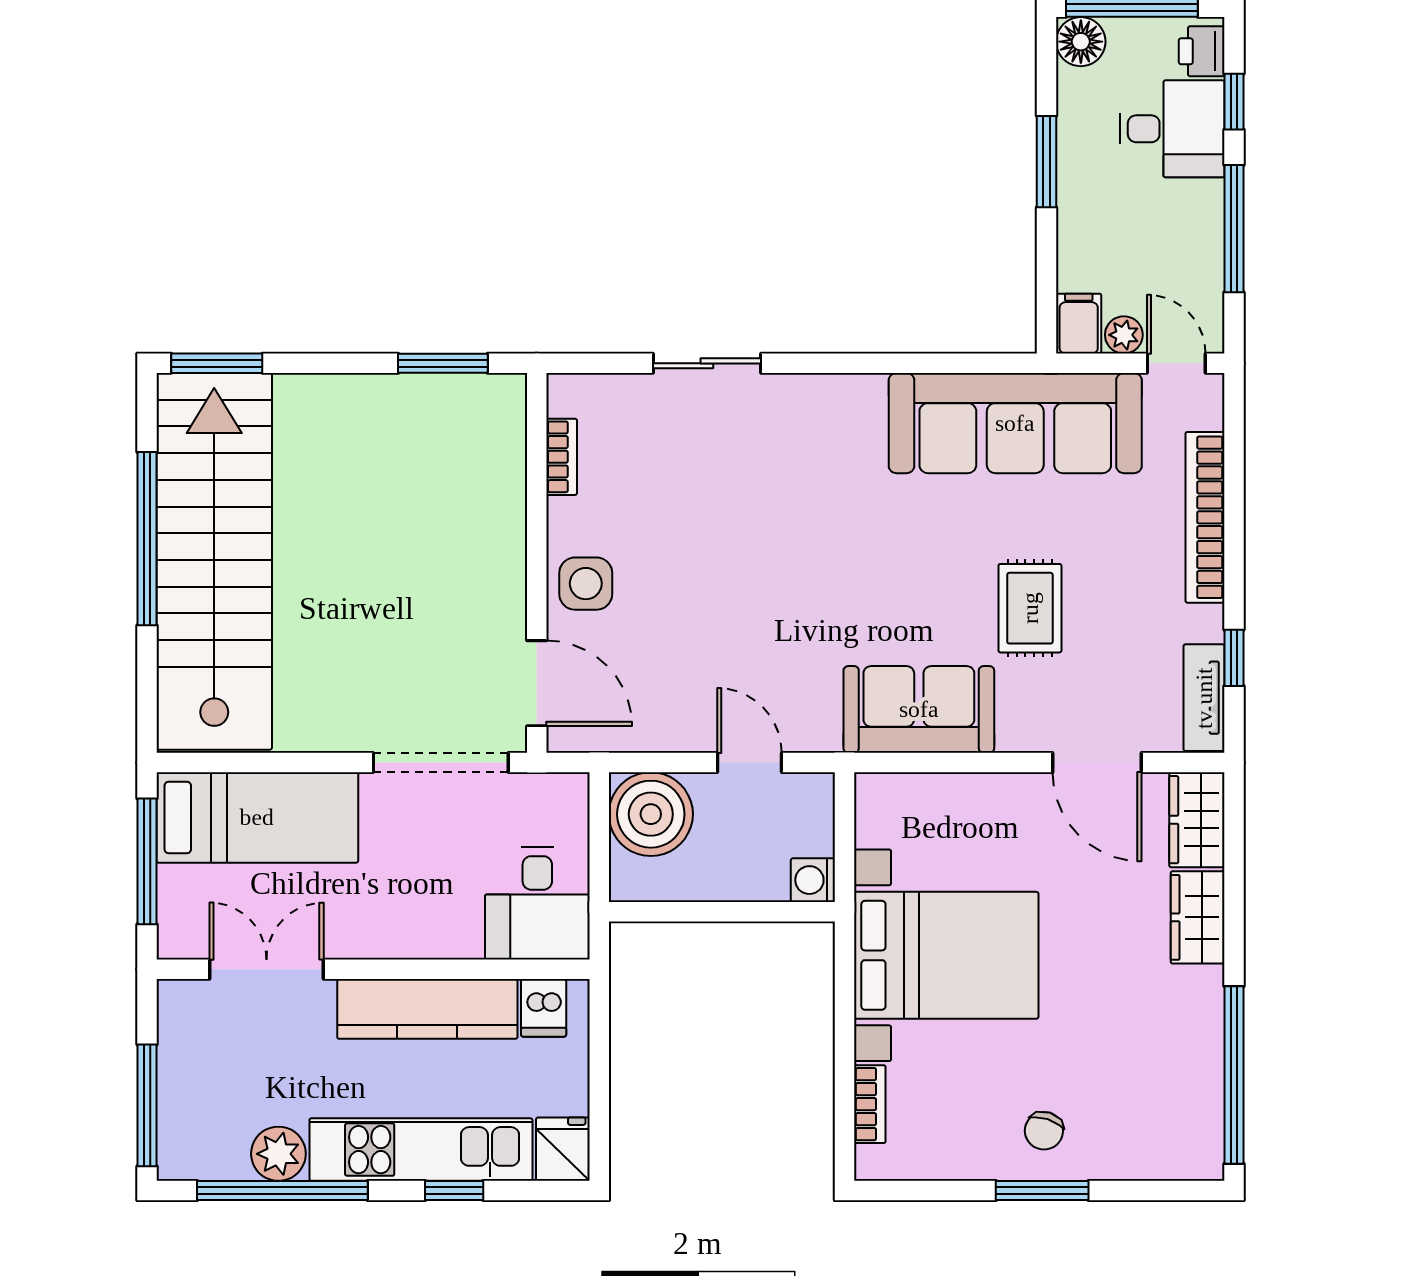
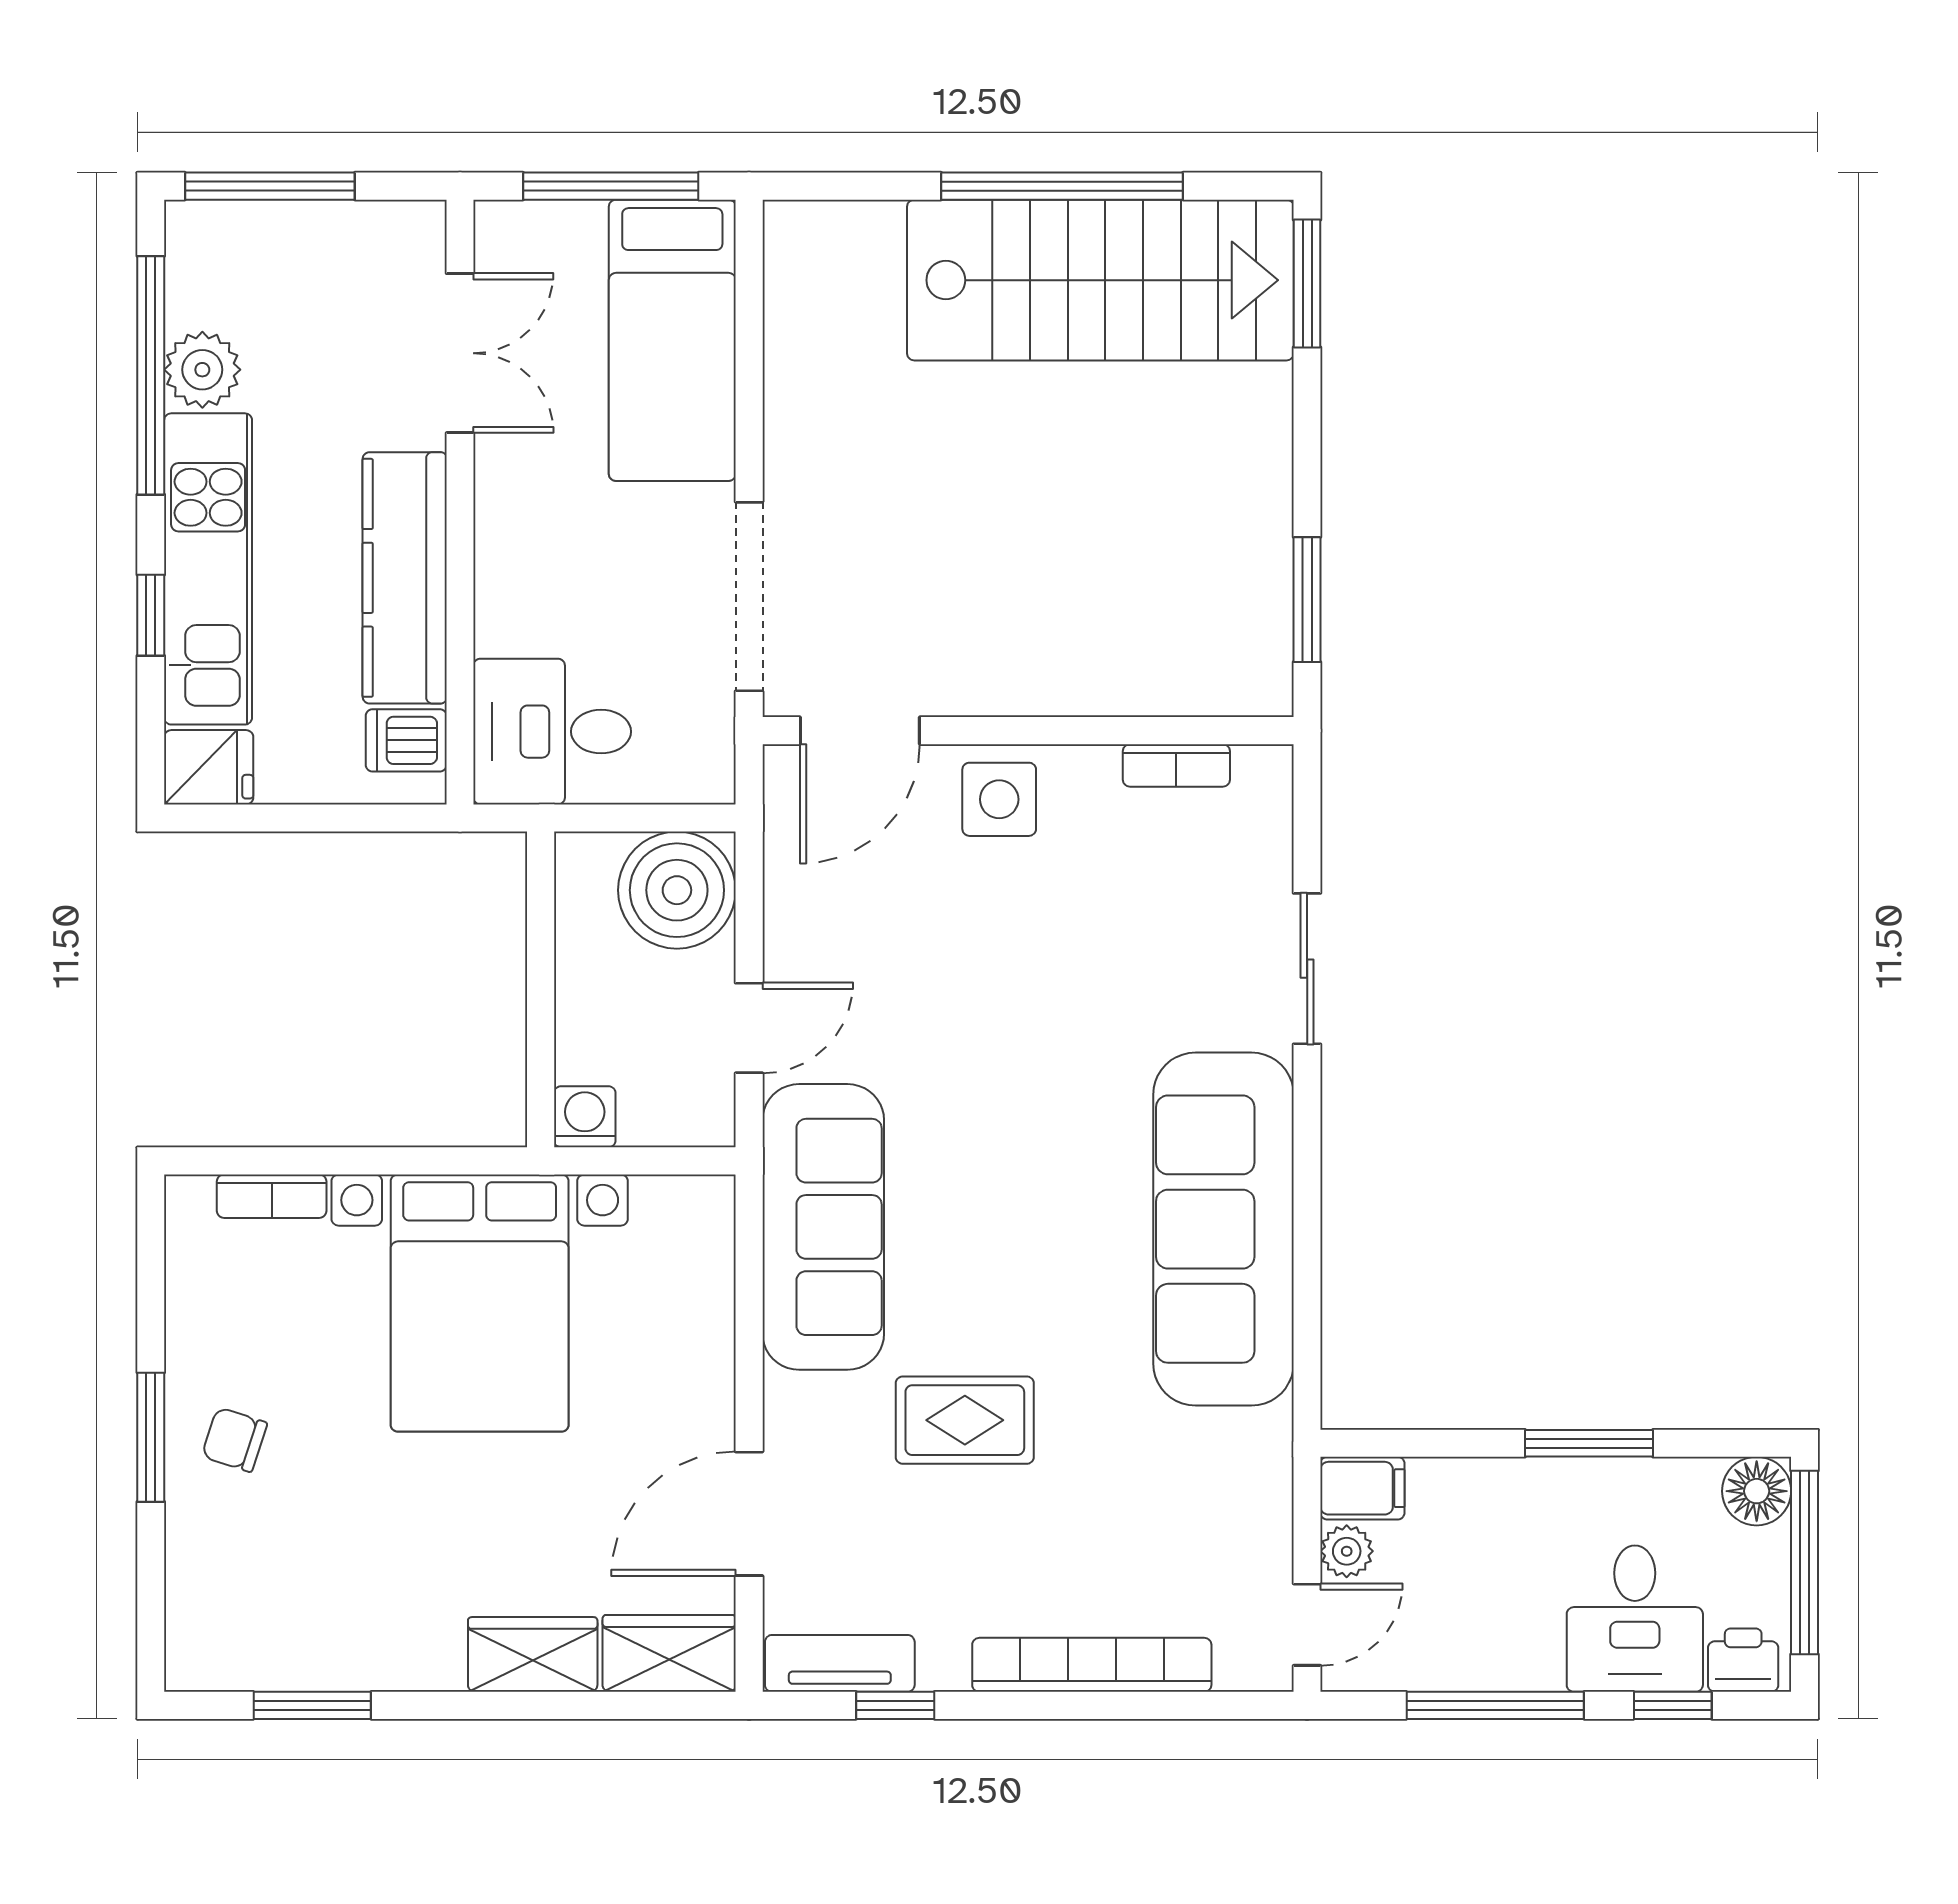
sofa: (1015, 423) -> (1223, 1229), moved
stairs: (214, 561) -> (1100, 280), width x0.73
sofa: (919, 709) -> (823, 1227), width x1.36
window: (1234, 1075) -> (312, 1705), width x0.47

